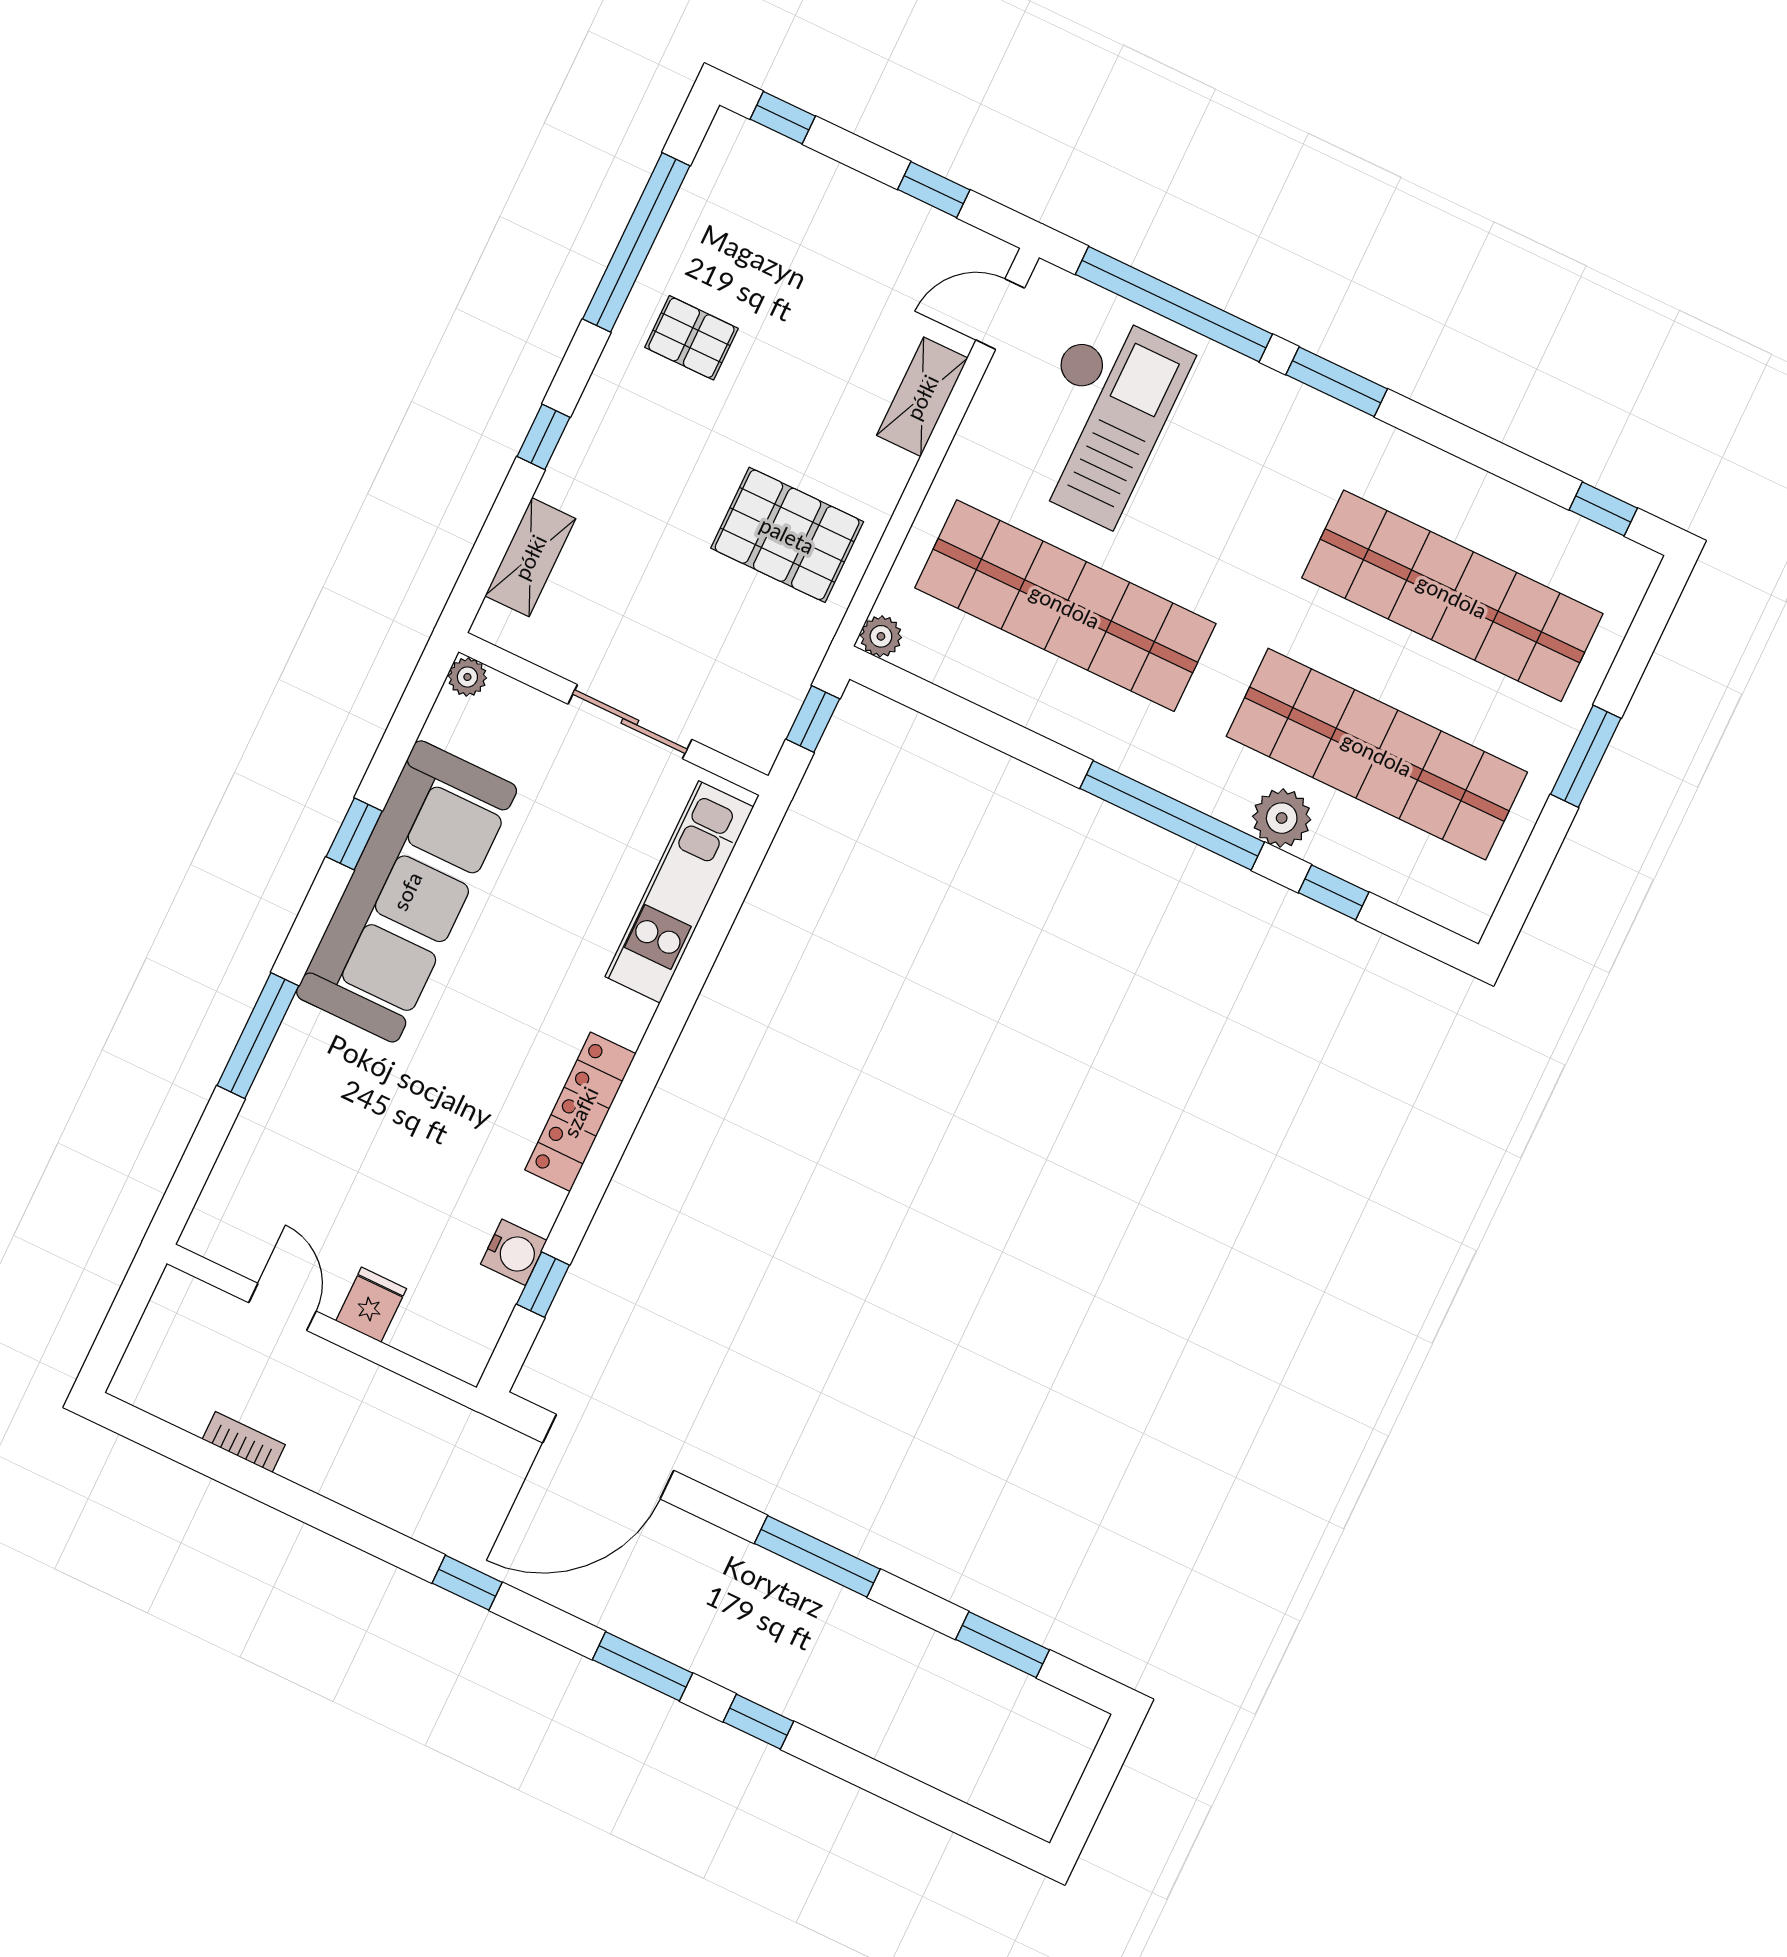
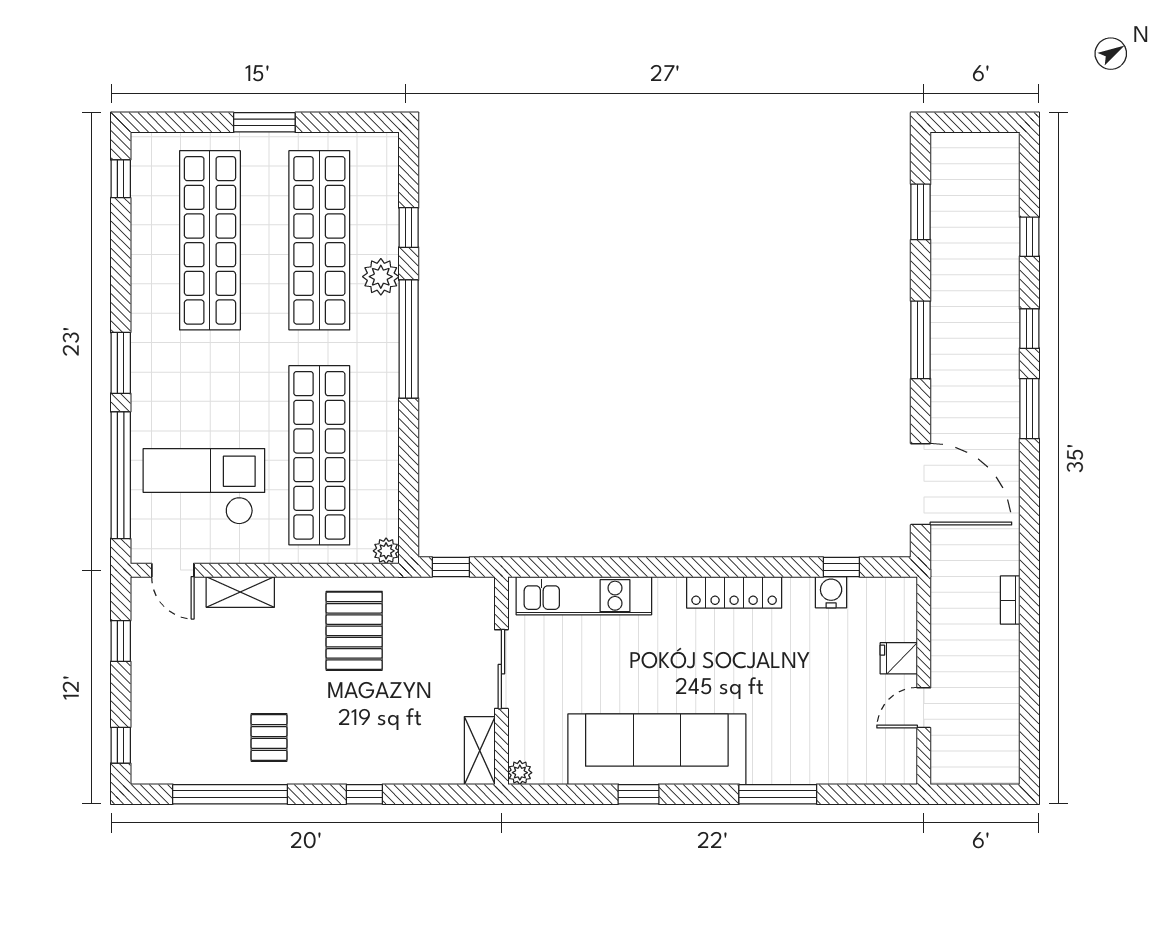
shelving: (530, 557) -> (480, 751), moved, turned 90
bookcase: (244, 1442) -> (1010, 600), moved
window: (467, 1583) -> (1029, 237), moved

